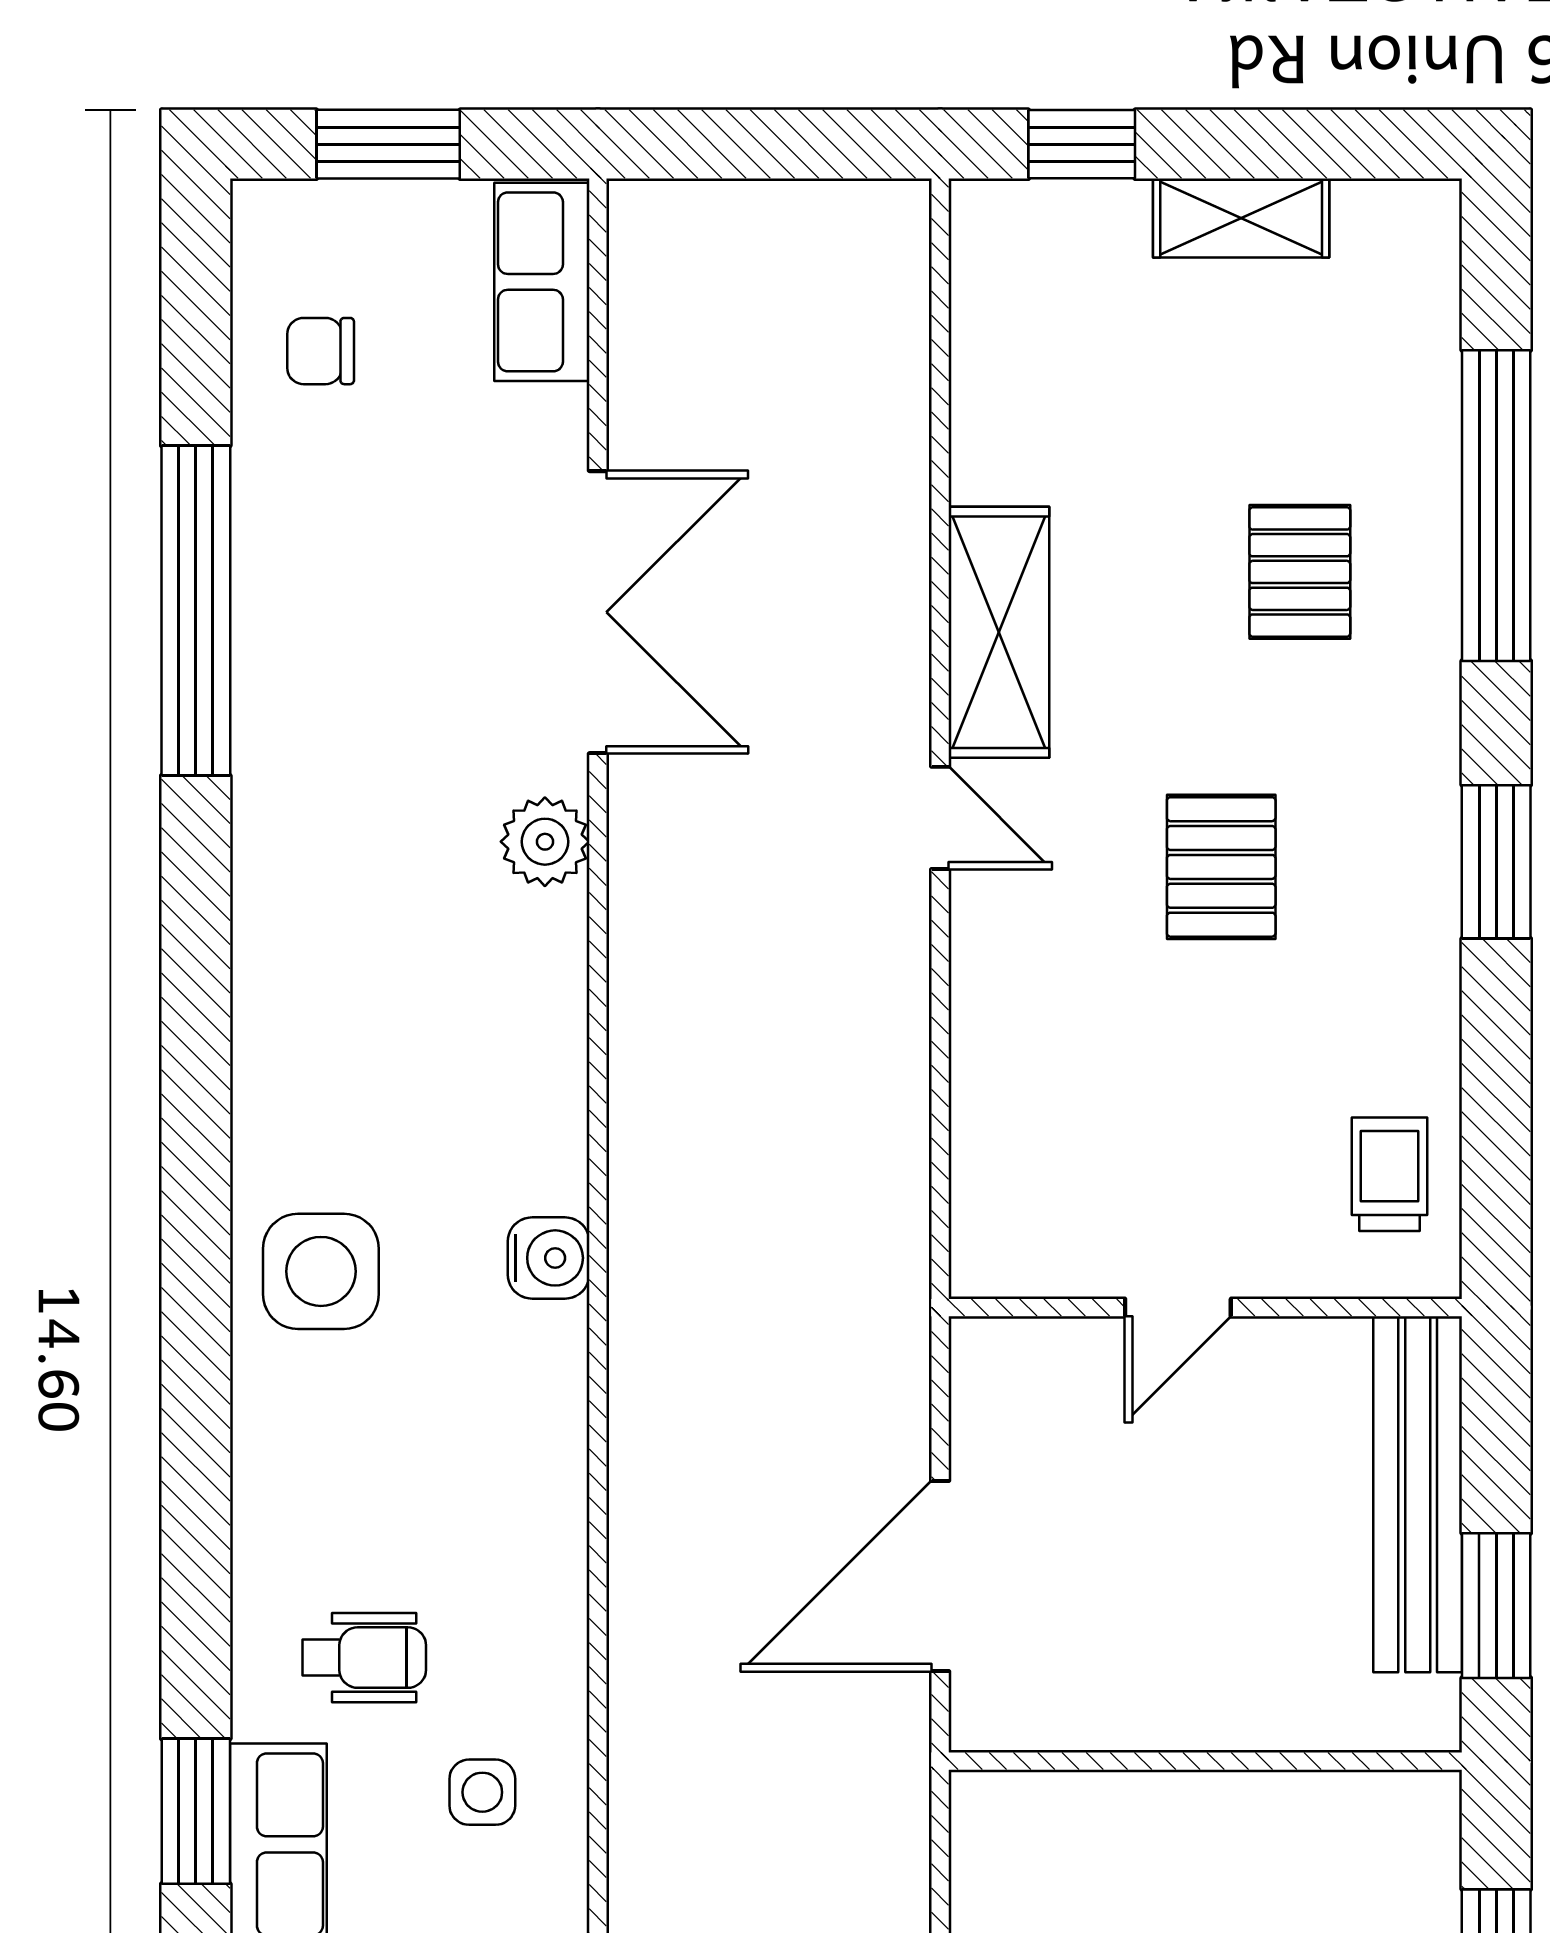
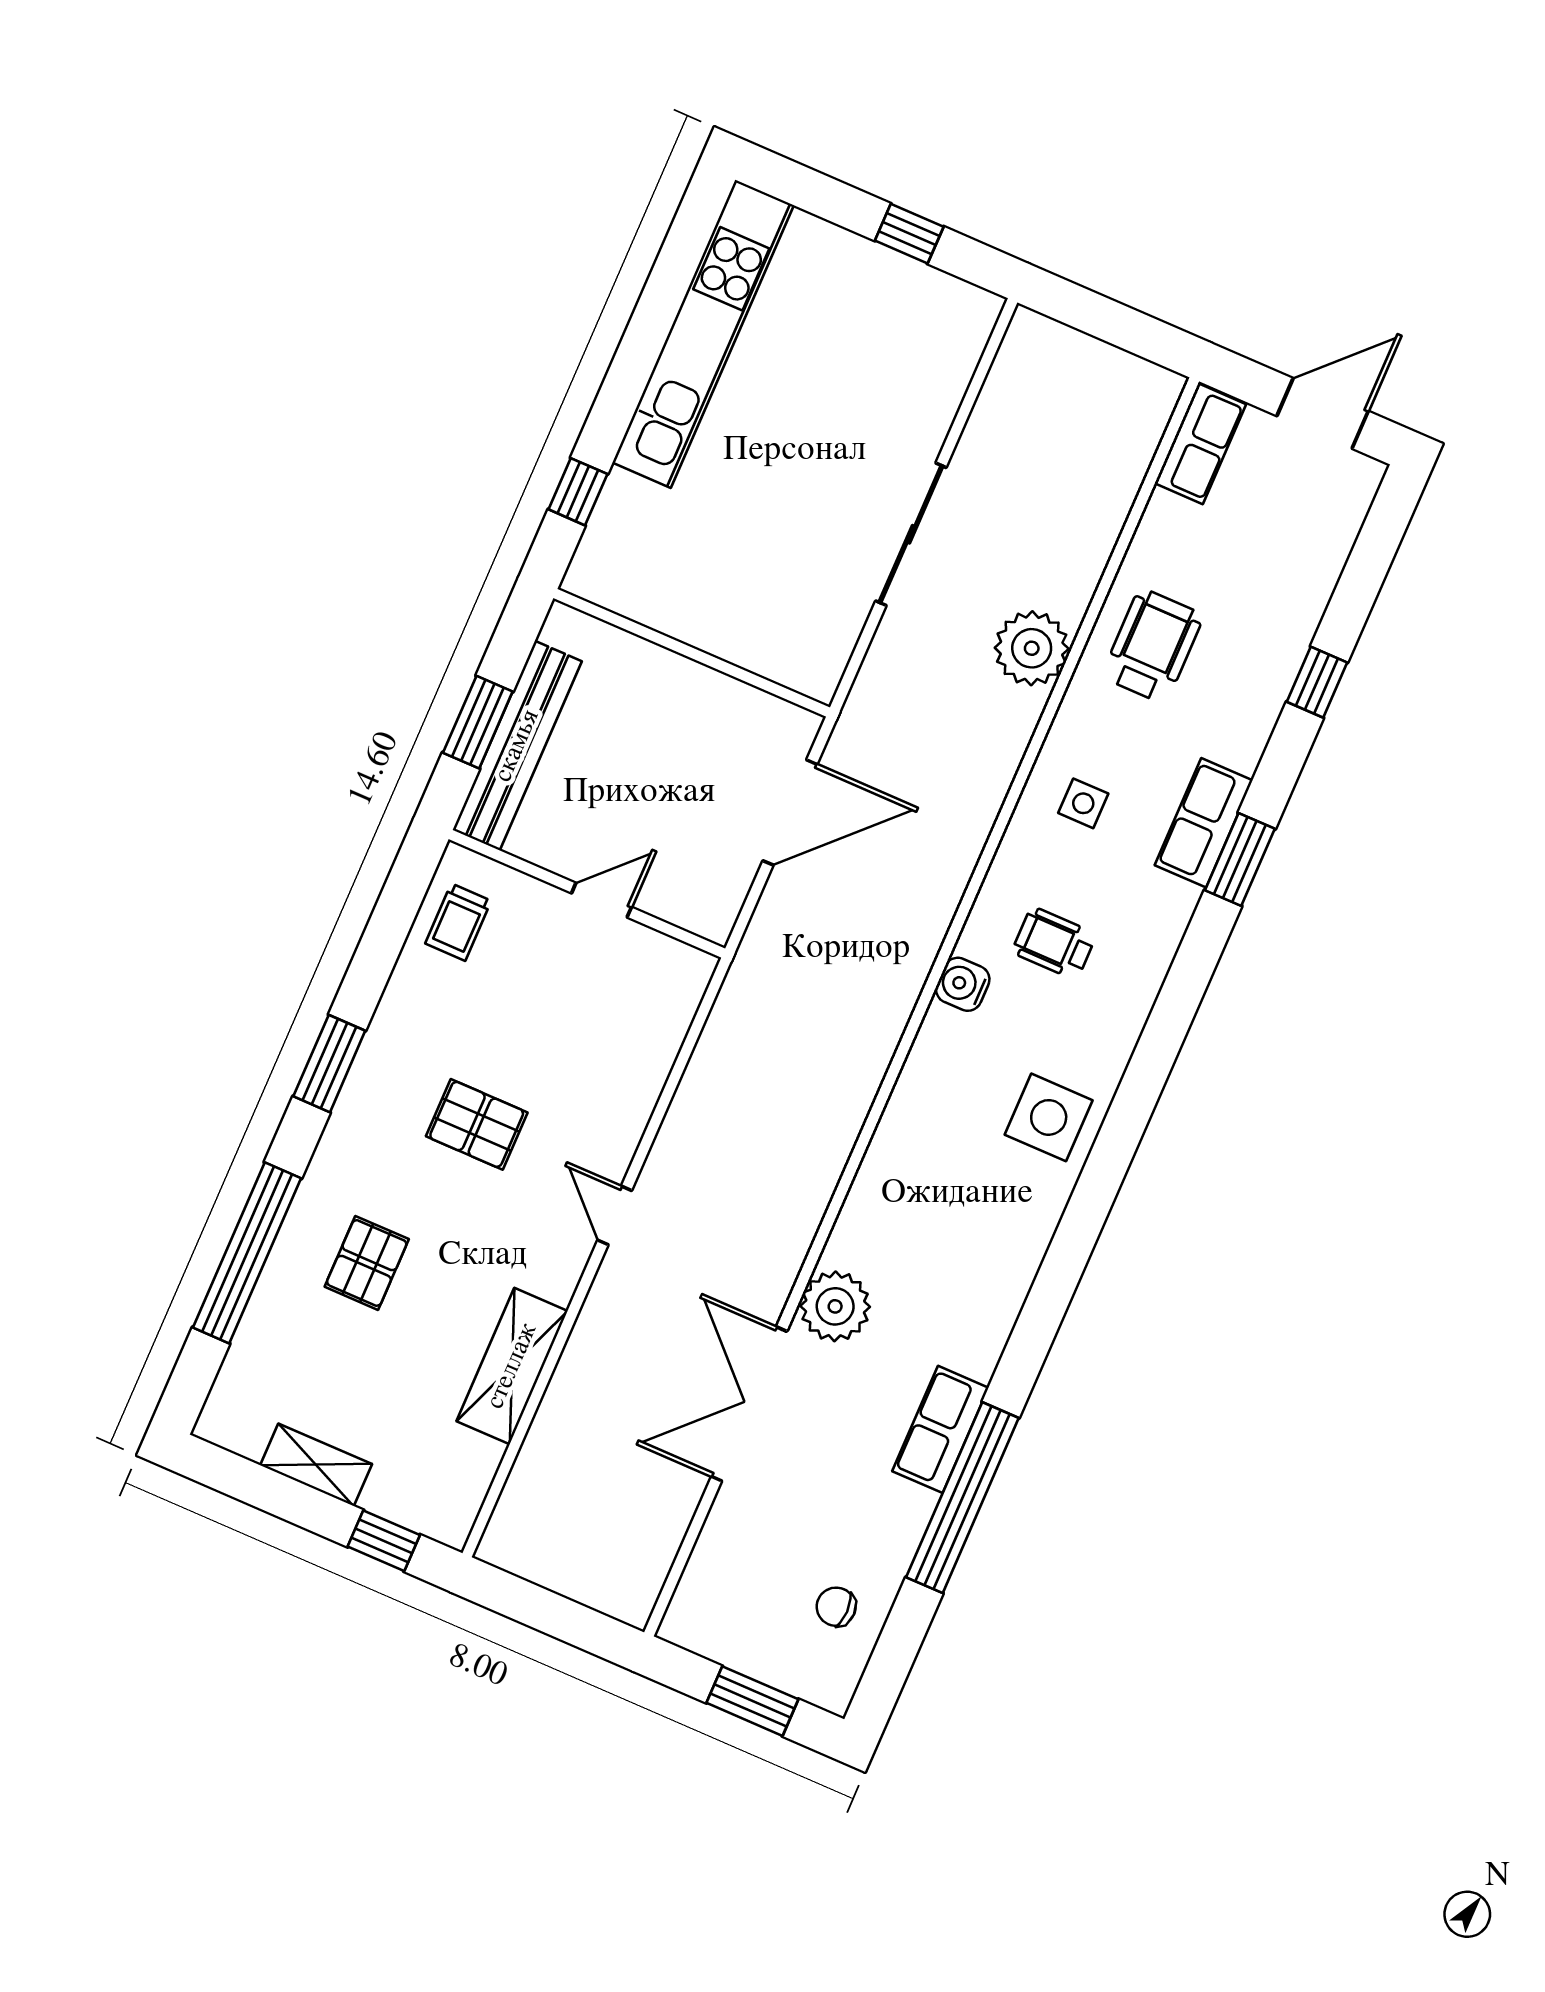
row of seats: (542, 282) -> (940, 1429), moved, turned 180
chair: (321, 351) -> (836, 1607), turned 180
shelving: (999, 632) -> (512, 1366), moved
plant: (545, 842) -> (835, 1306), width x1.36, depth x1.36
pallet: (1221, 867) -> (477, 1124), turned 90
water cooler: (549, 1258) -> (963, 984), moved
window: (1496, 1606) -> (478, 722), moved
wheelchair: (364, 1658) -> (1054, 943), moved

